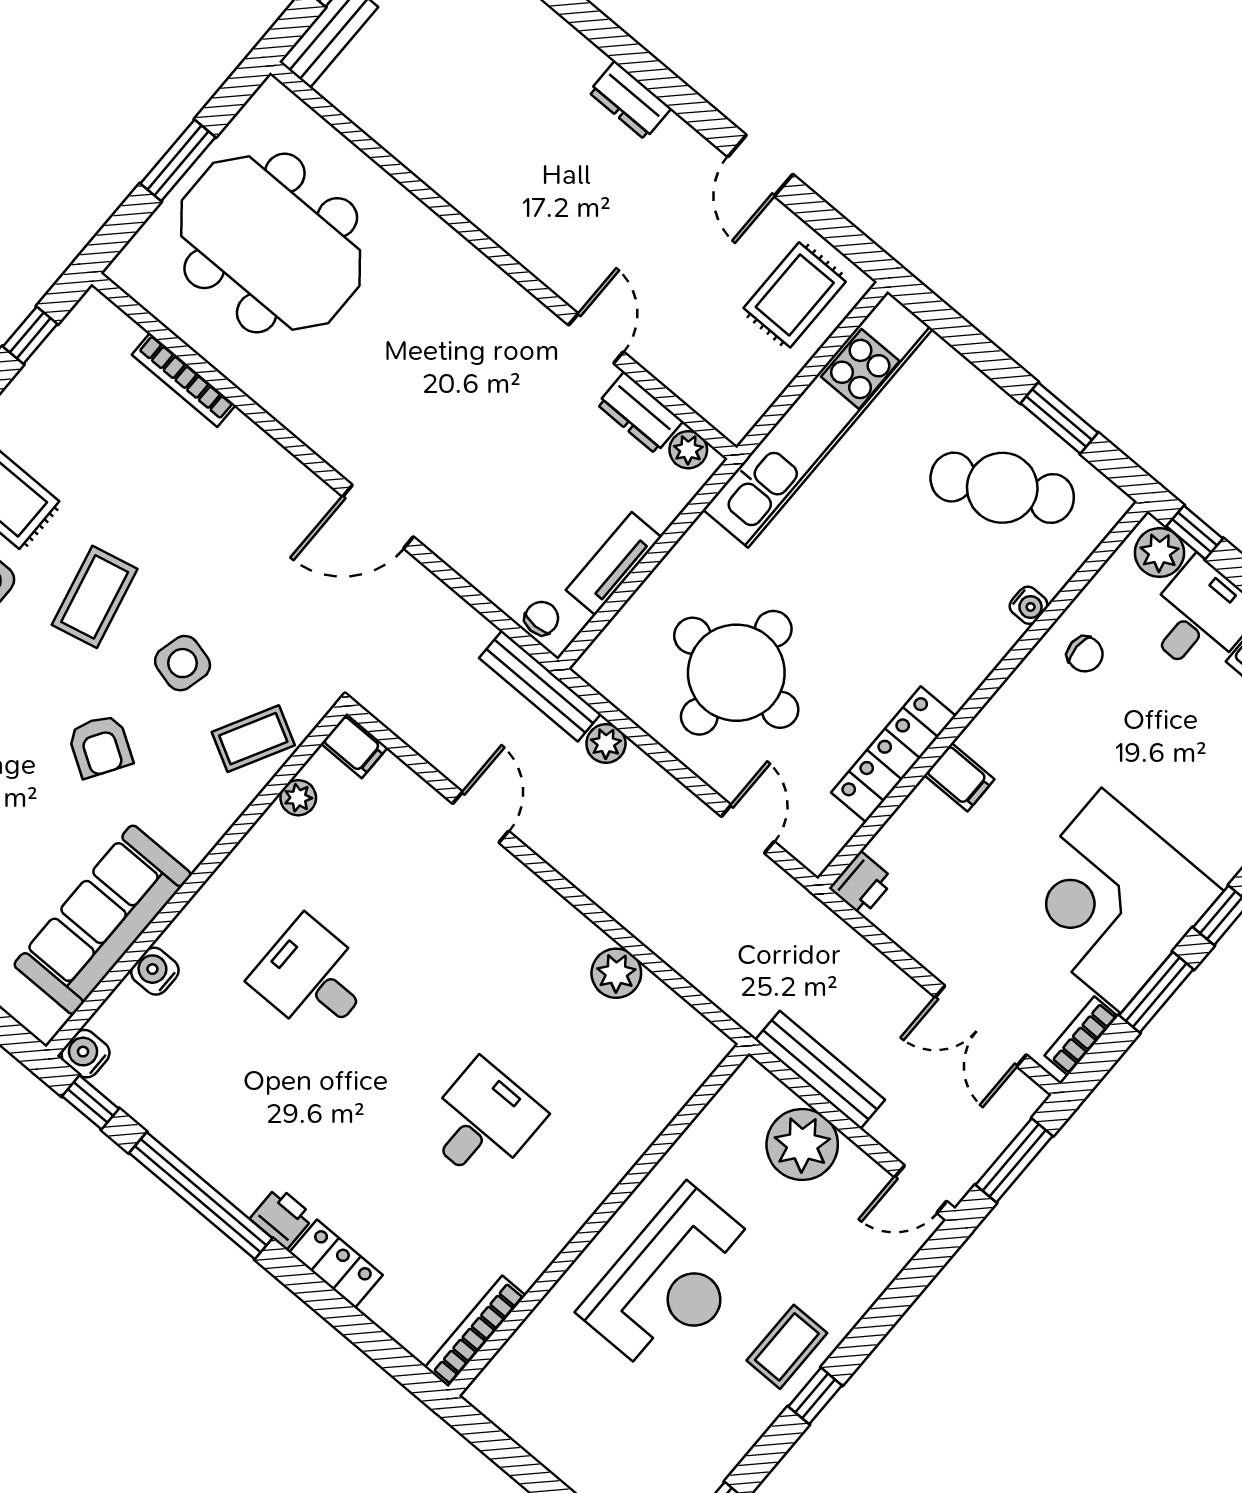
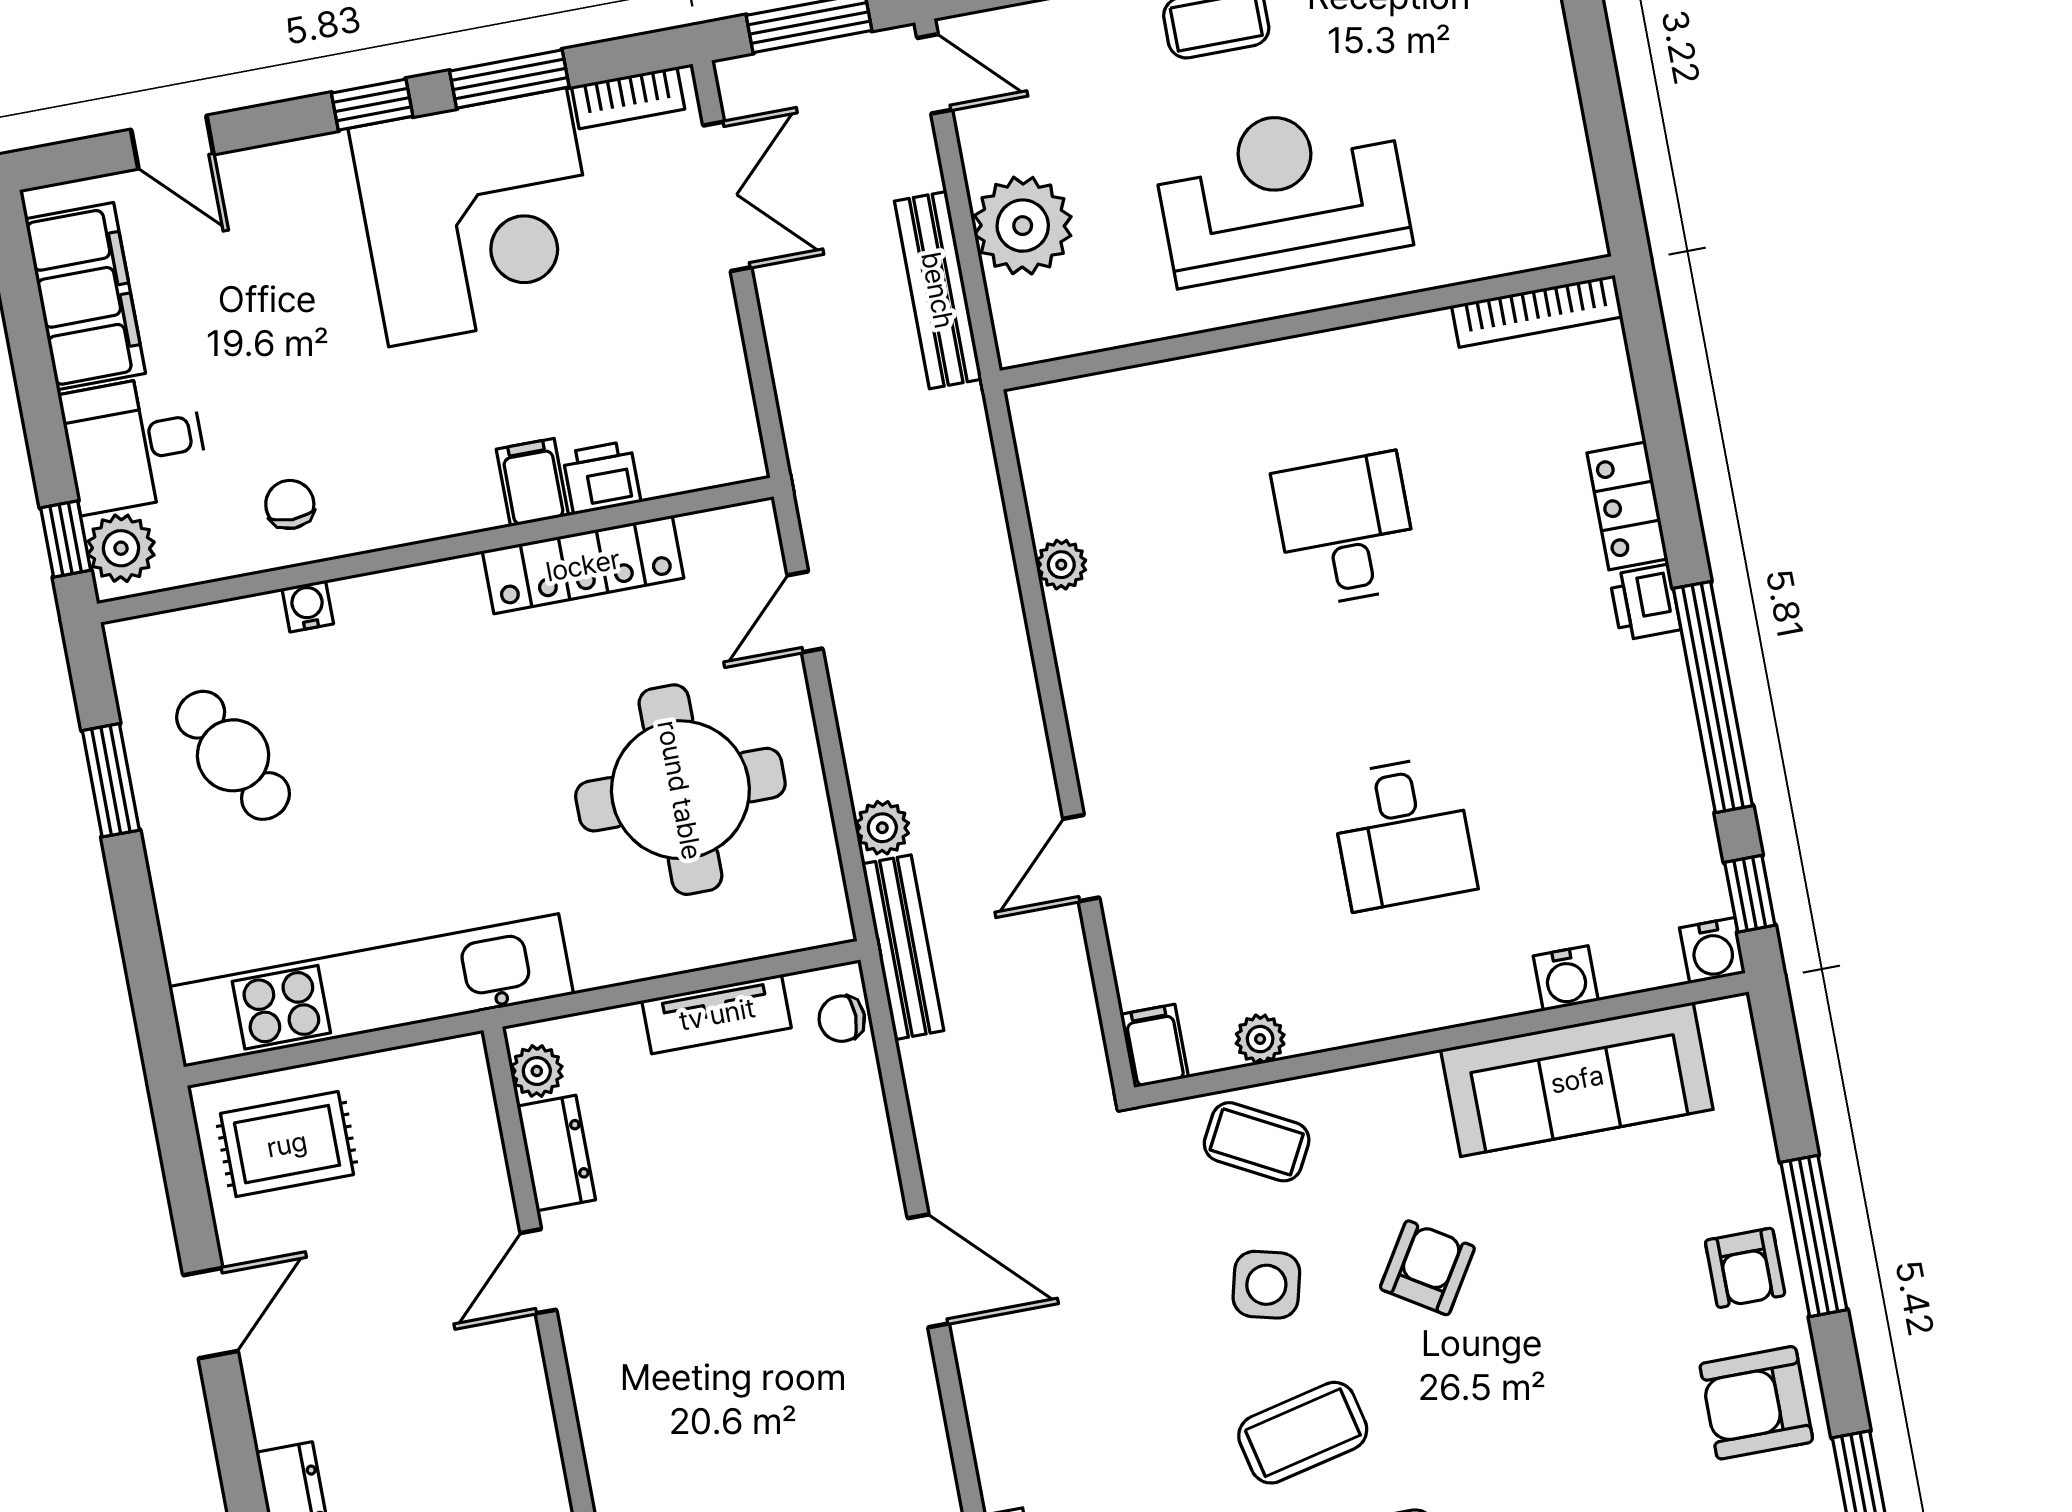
cafe table: (1002, 488) -> (233, 755), width x0.73, depth x0.74
printer: (862, 884) -> (602, 478), moved
plant: (616, 973) -> (1061, 565), width x0.73, depth x0.73
desk: (483, 1122) -> (1346, 530), turned 90

